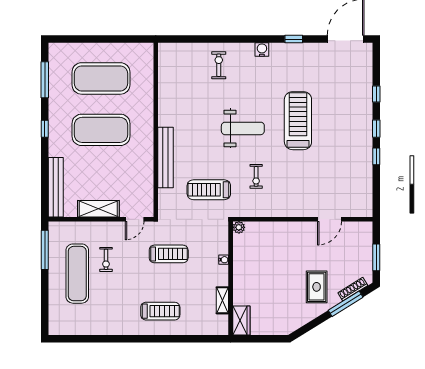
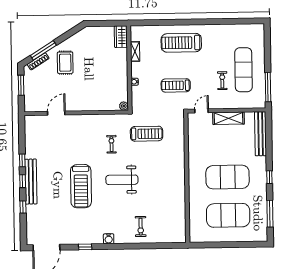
bench: (165, 157) -> (31, 182), moved
treadmill: (160, 311) -> (181, 43), width x1.37, depth x1.38

